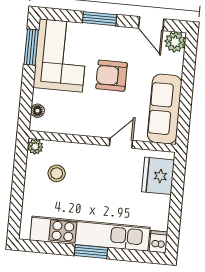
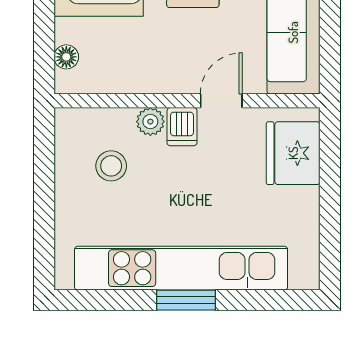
plant: (35, 147) -> (150, 122), moved
dishwasher: (158, 242) -> (182, 127), moved, turned 180

